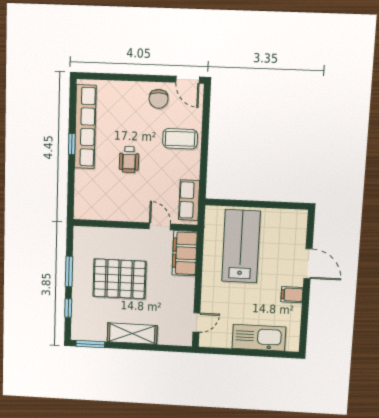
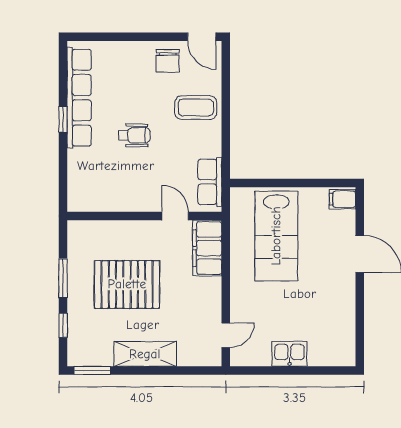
wheelchair: (129, 160) -> (134, 135), turned -90
lab bench: (241, 246) -> (276, 236), turned 180
filing cabinet: (292, 295) -> (342, 199), moved
kitchen sink: (259, 338) -> (289, 354), width x0.53, depth x0.81

